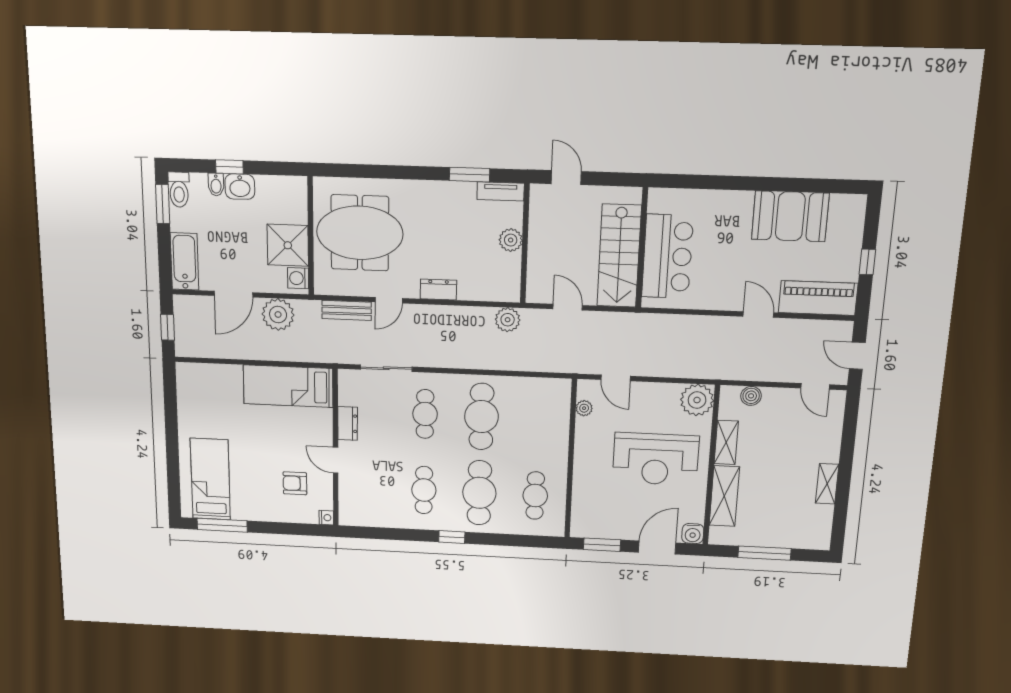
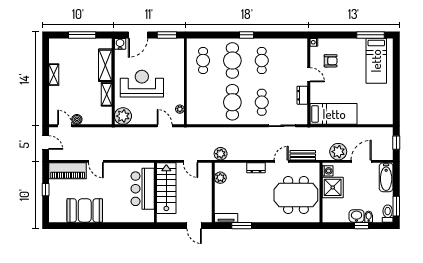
plant: (511, 240) -> (220, 178), moved
boiler: (751, 396) -> (77, 119), moved

